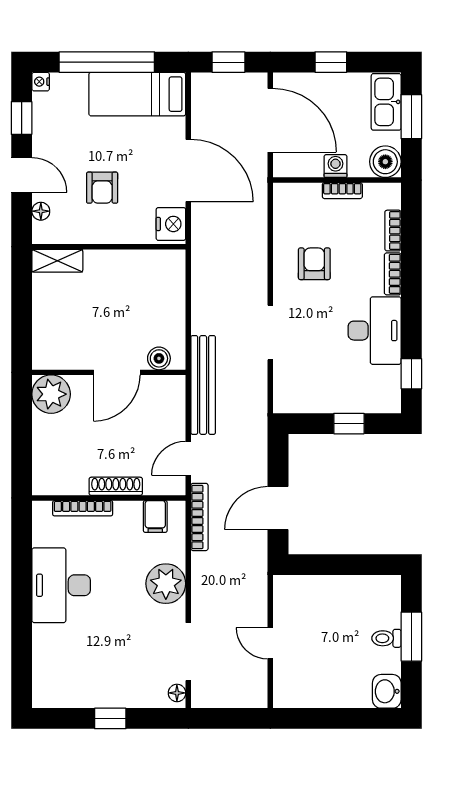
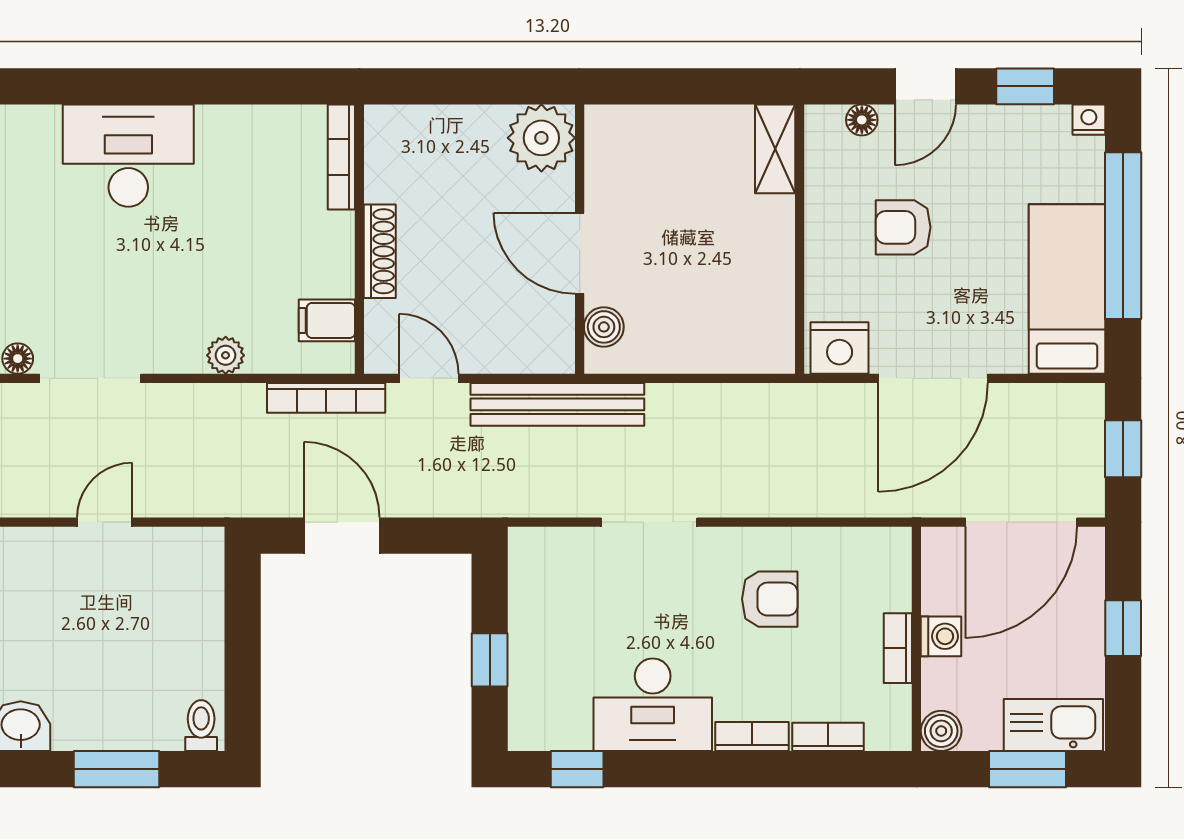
boiler: (385, 162) -> (941, 731), width x0.73, depth x0.73
bookcase: (83, 508) -> (341, 157), moved
plant: (166, 584) -> (226, 355), width x0.53, depth x0.53
desk: (61, 585) -> (128, 156), moved
toilet: (386, 638) -> (201, 726), moved

